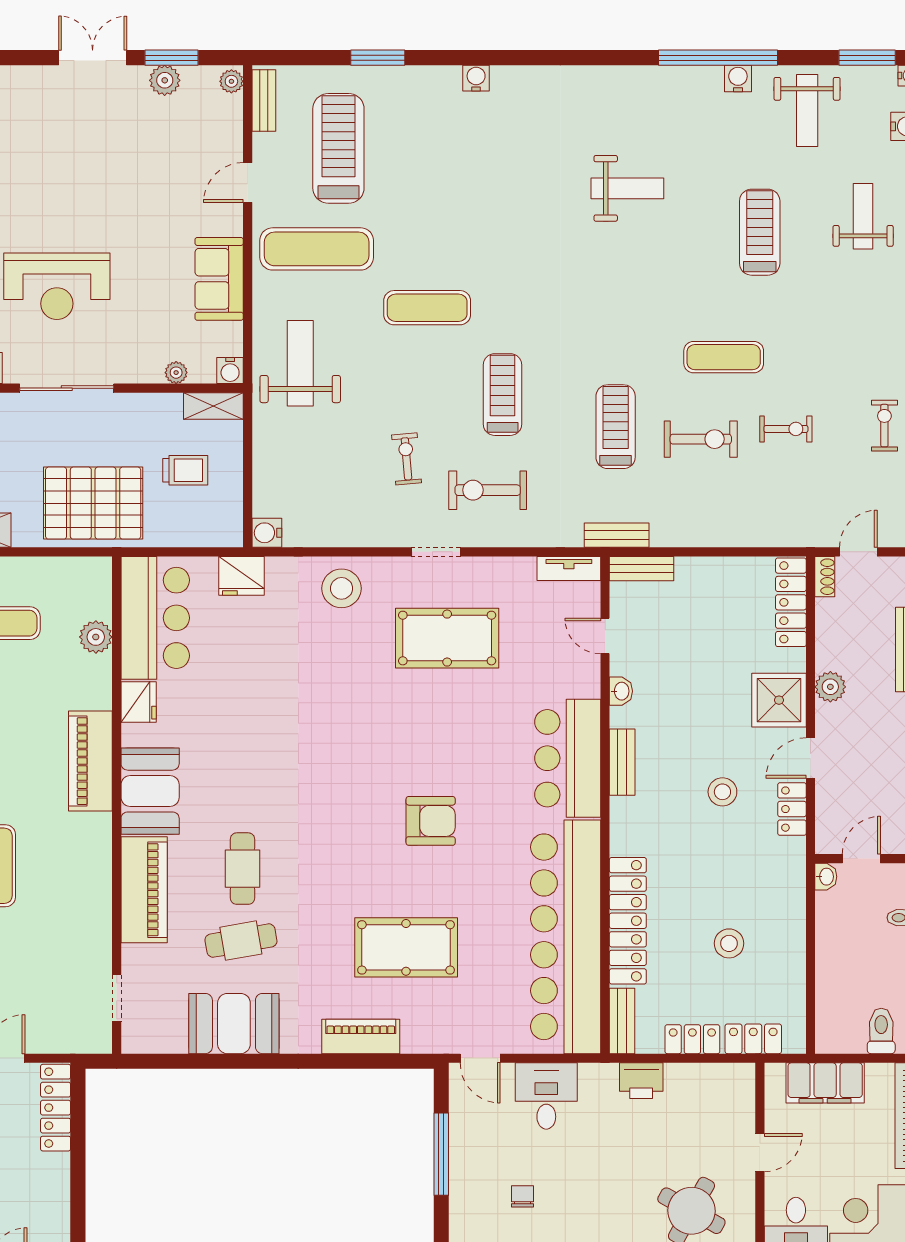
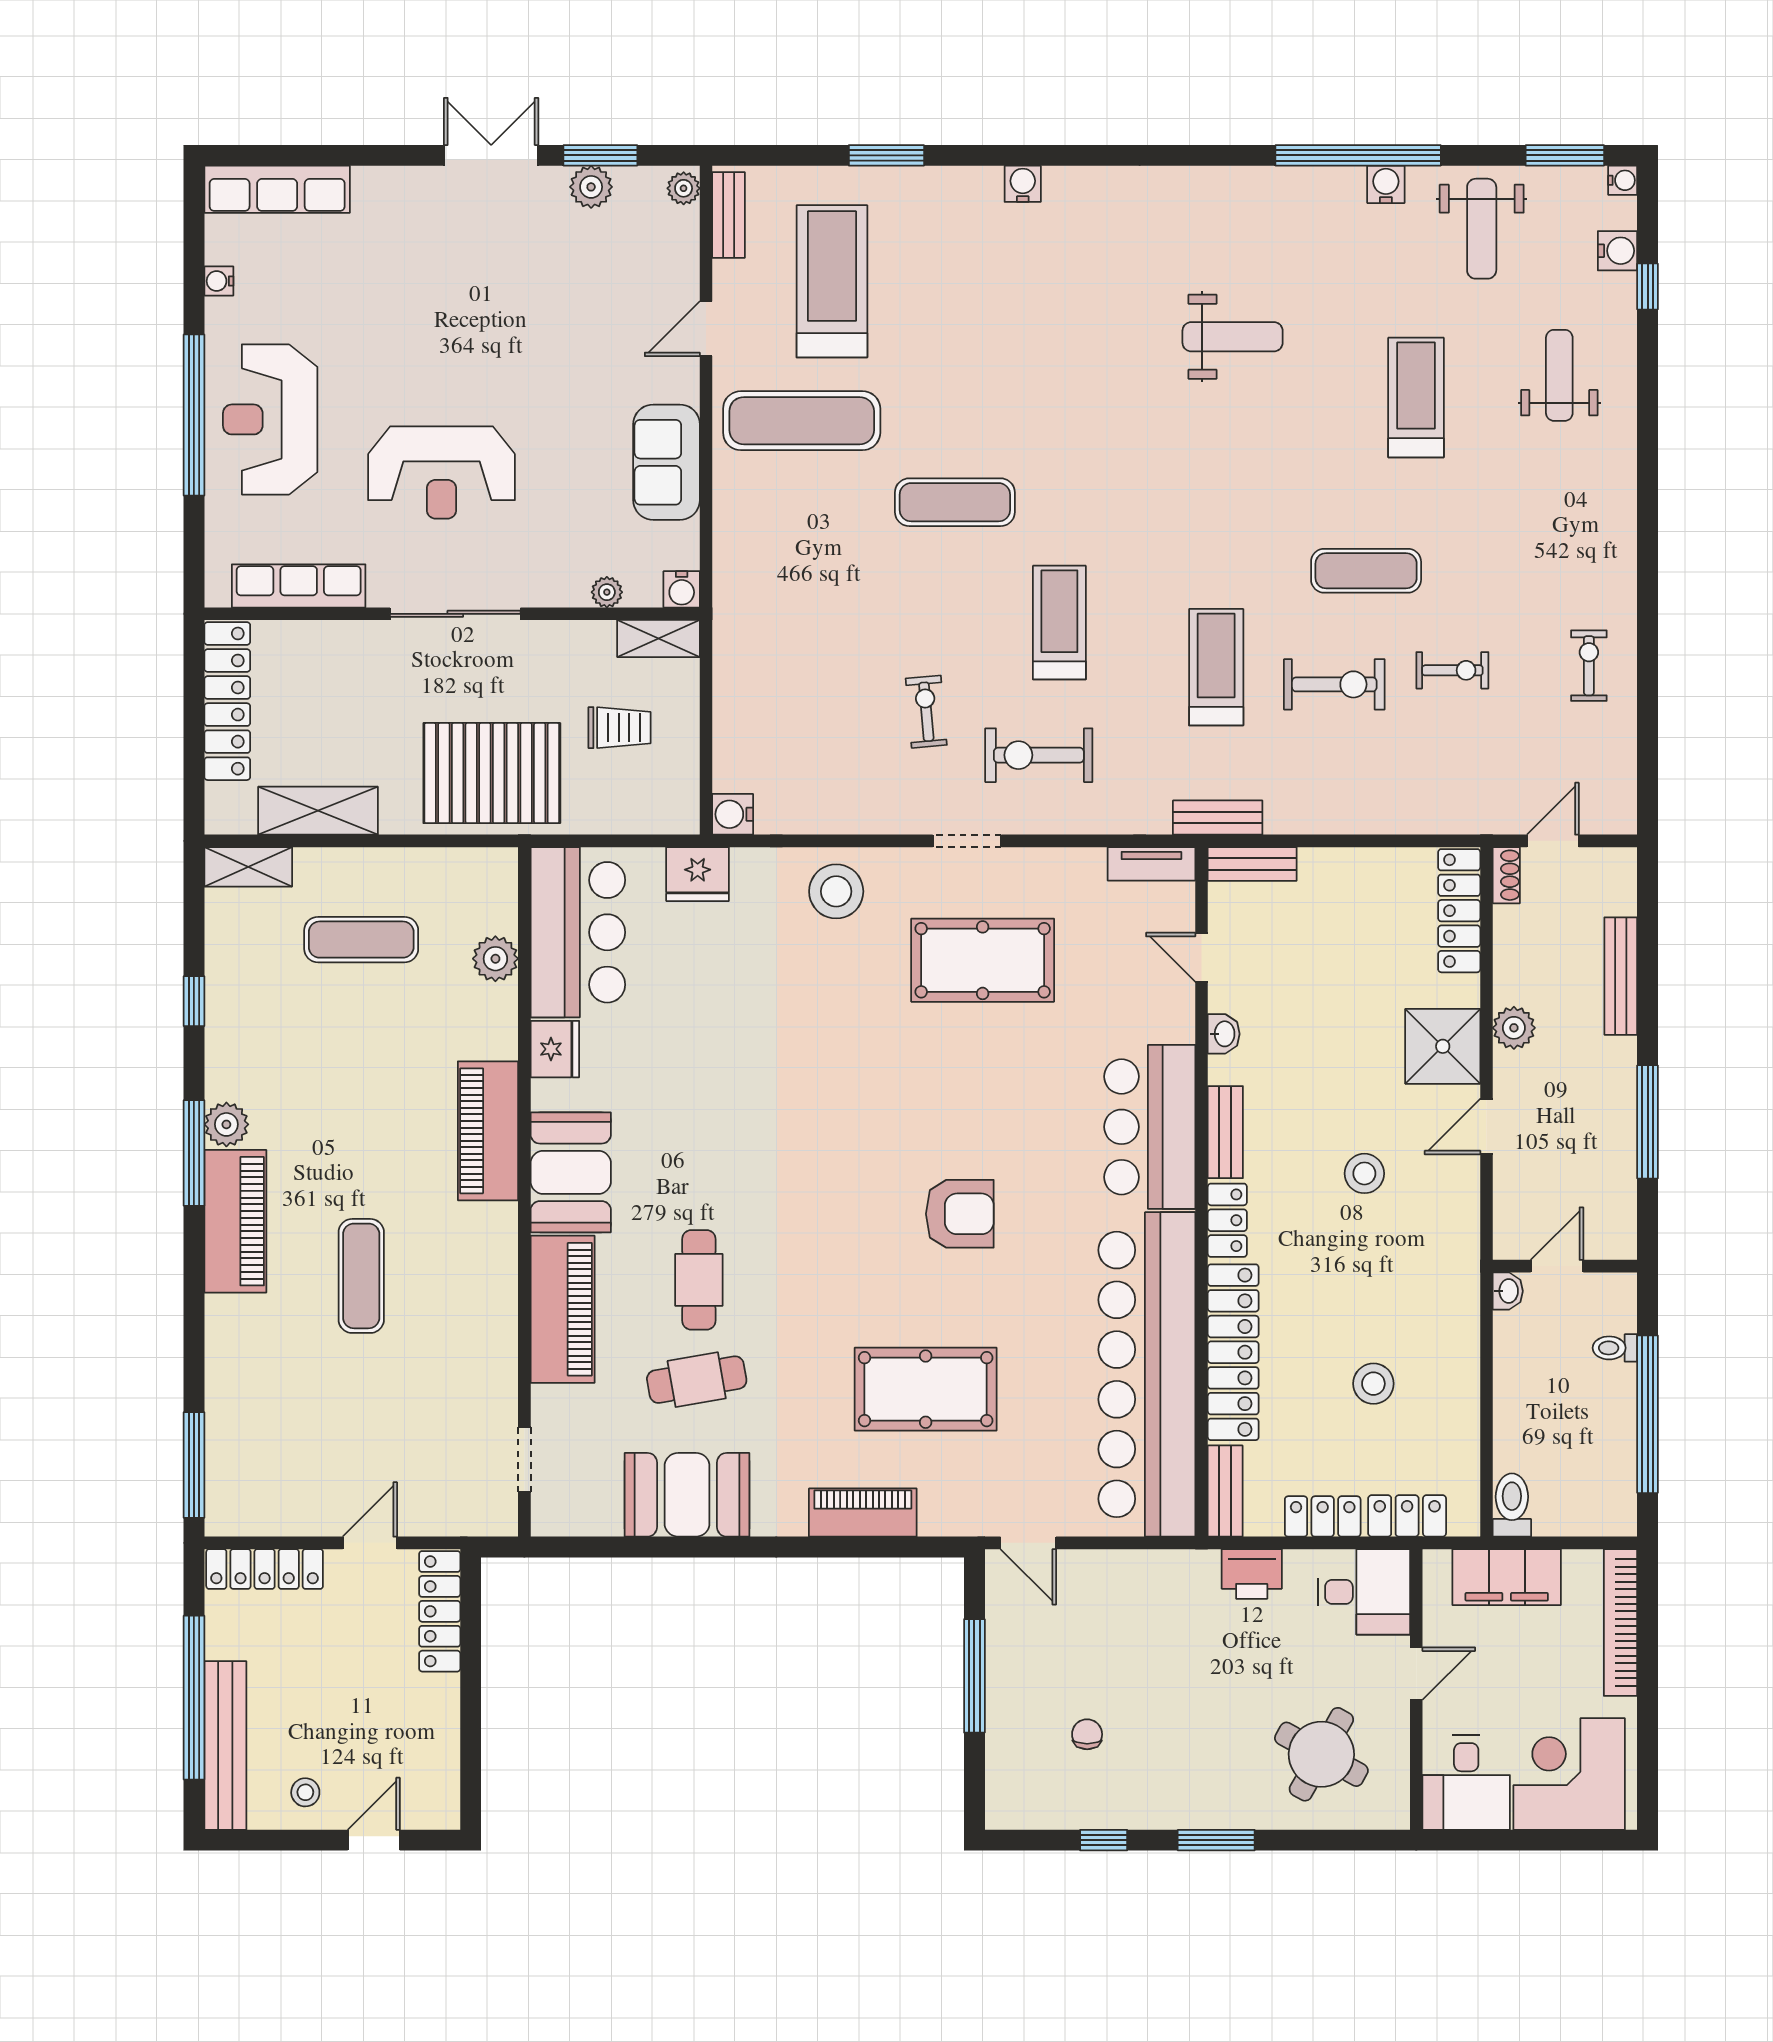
weight bench: (300, 363) -> (779, 579), removed
locker: (792, 809) -> (1227, 1220), moved, turned 180
toilet: (881, 1031) -> (1512, 1505), moved
desk: (546, 1096) -> (1364, 1592), moved, turned 90

